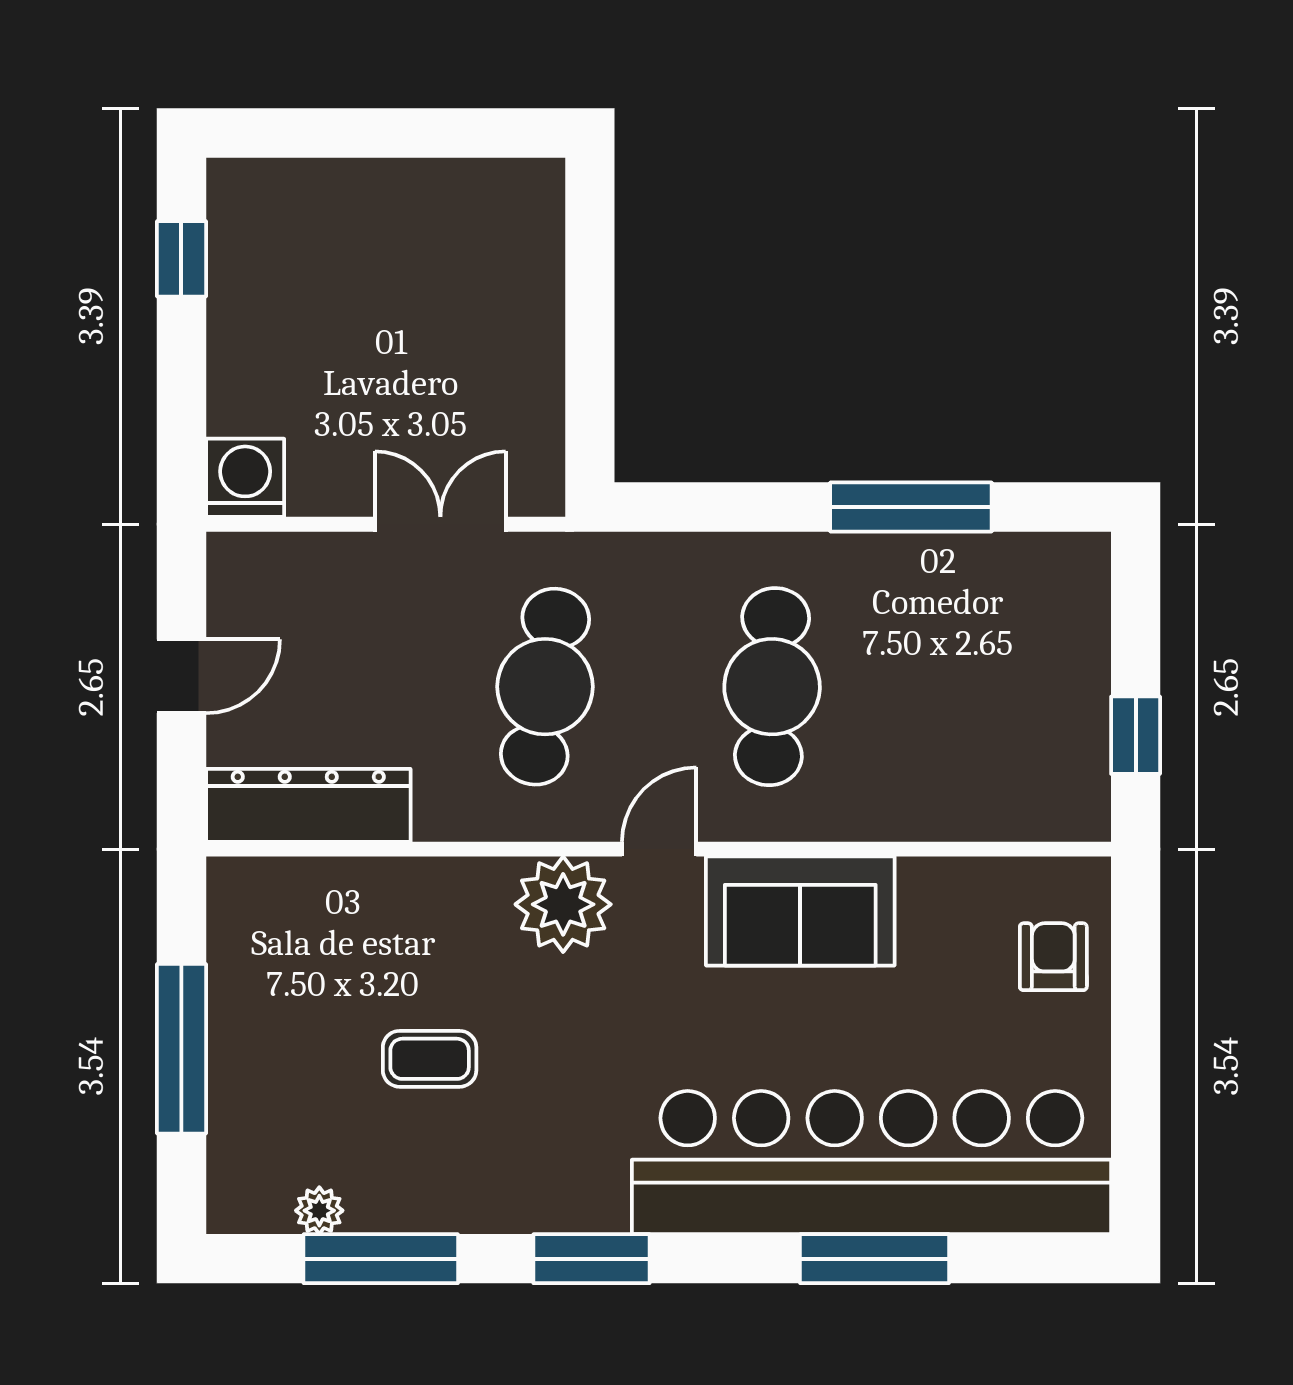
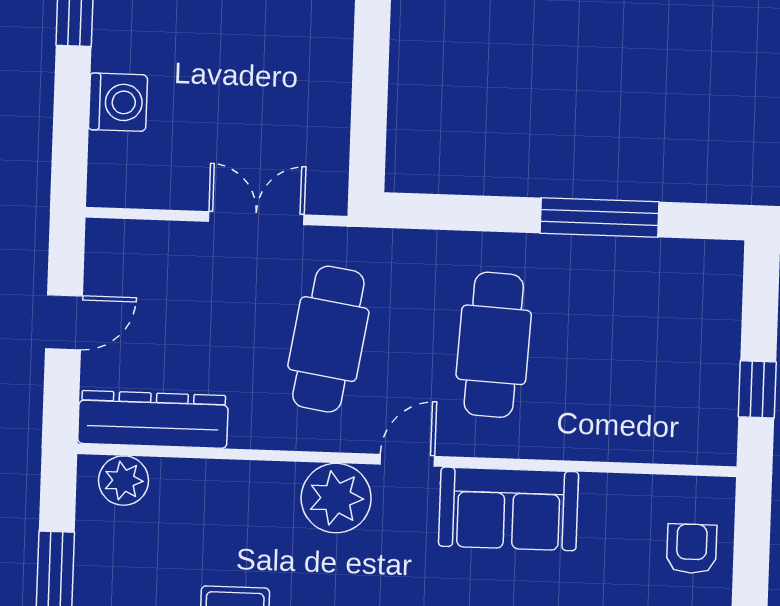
washing machine: (245, 478) -> (118, 102), moved, turned 90
plant: (271, 891) -> (124, 481), added

